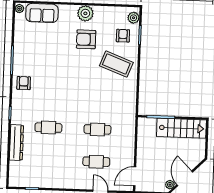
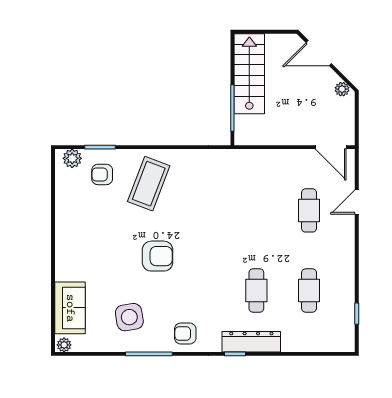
plant: (85, 13) -> (68, 237), removed
armchair: (86, 39) -> (158, 256), moved, turned -90
side table: (35, 49) -> (129, 317), added
cafe table: (97, 129) -> (309, 290), moved
dresser: (16, 143) -> (251, 342), moved
door: (185, 178) -> (319, 53), moved

